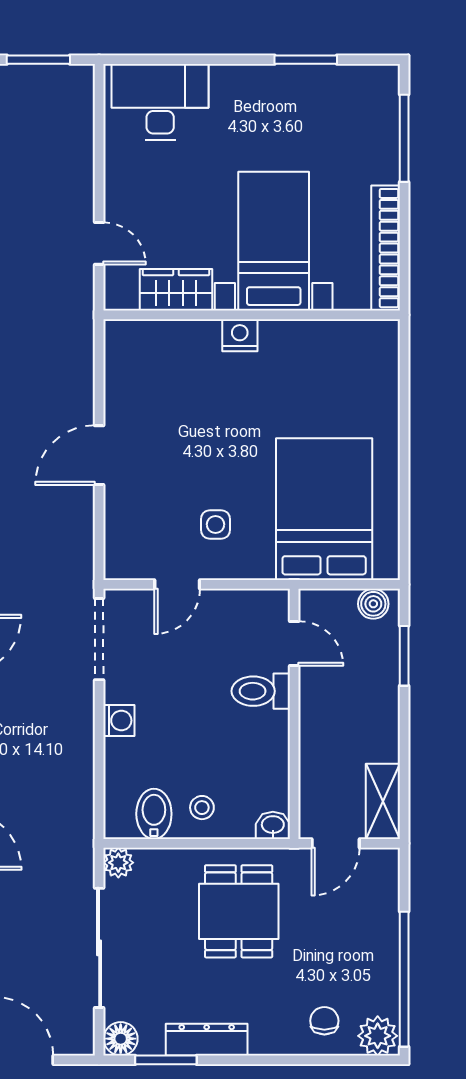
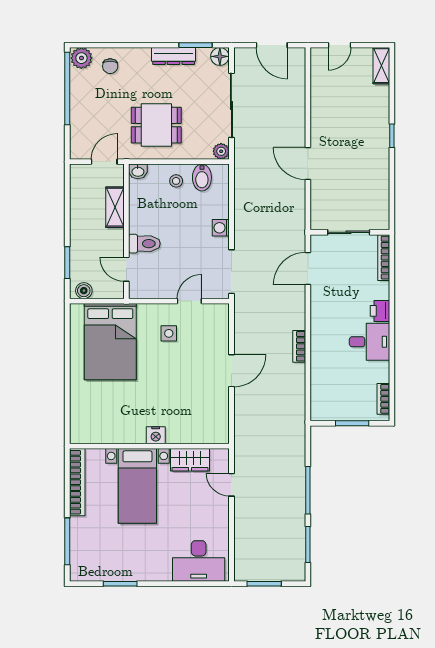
shelving: (383, 801) -> (115, 207), moved
dining table: (239, 911) -> (156, 125), turned 90

